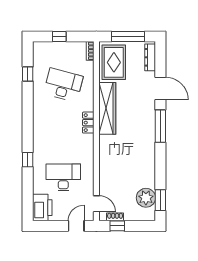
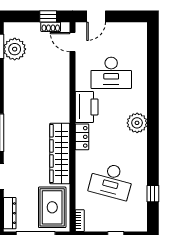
plant: (41, 135) -> (137, 123), added
window: (28, 160) -> (153, 94), removed
printer: (42, 208) -> (87, 107), moved, turned 180

